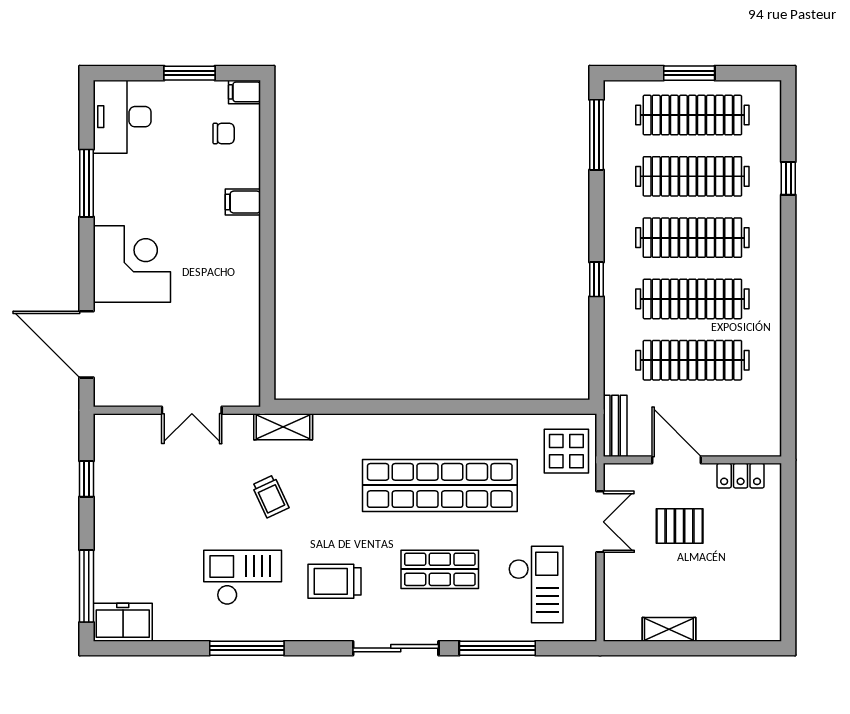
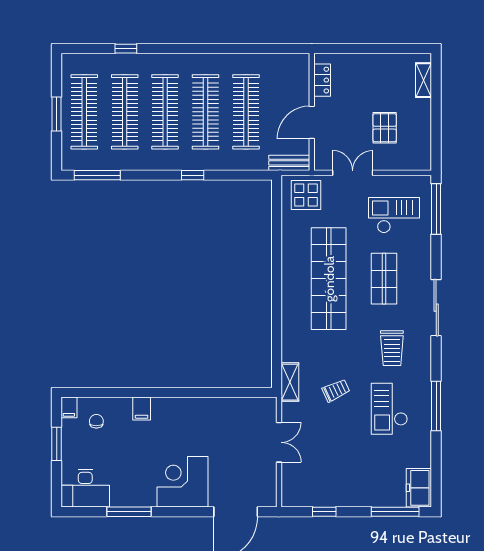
pallet: (680, 526) -> (385, 128), moved
shelving: (669, 629) -> (424, 80), moved
window: (497, 648) -> (436, 209), moved

